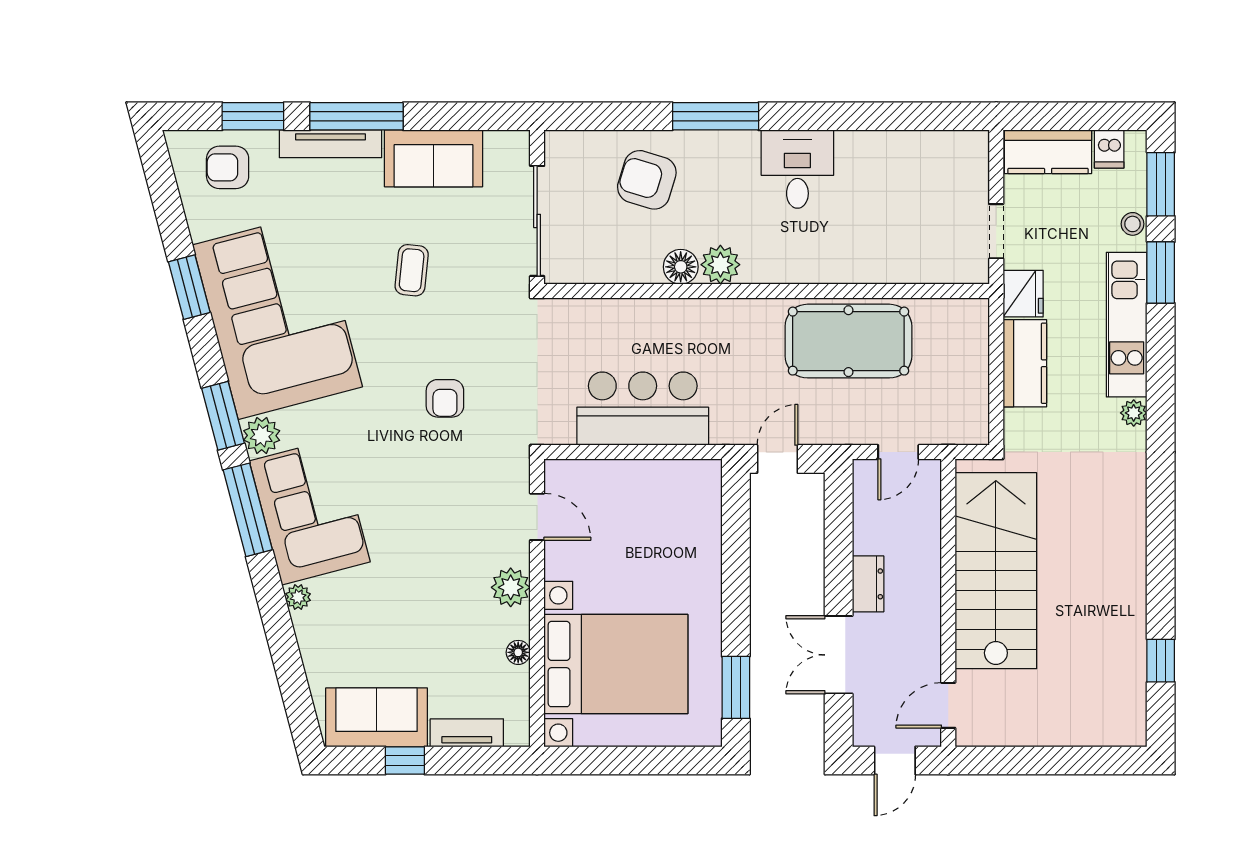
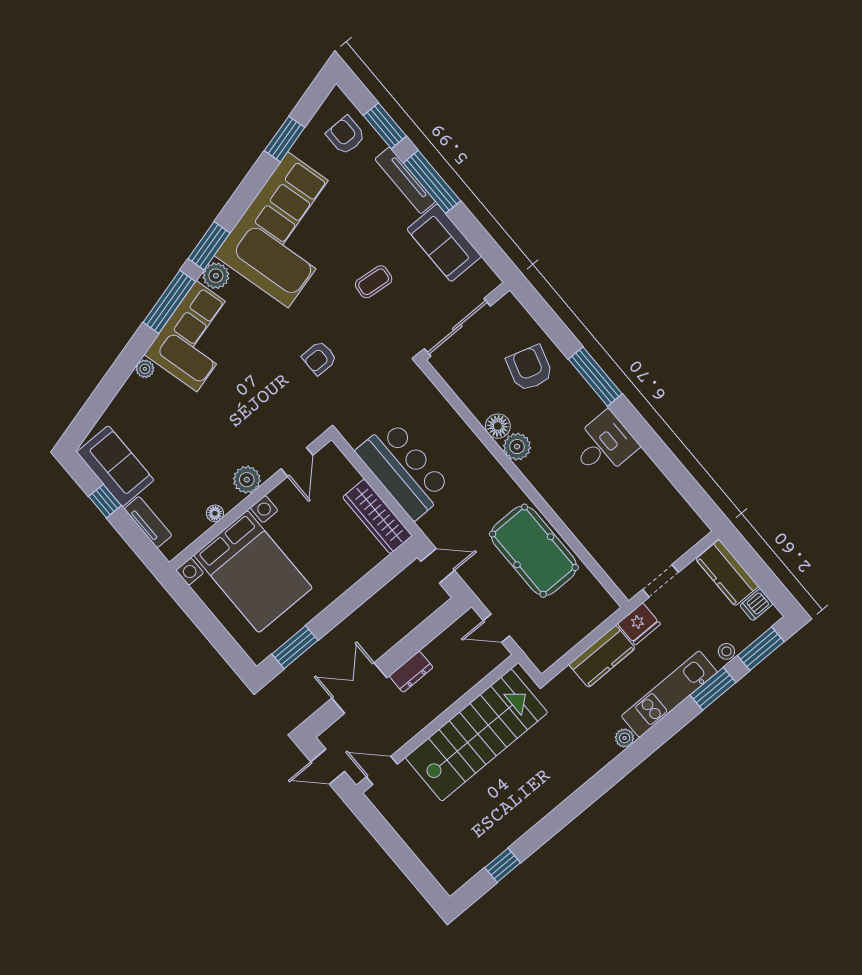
window: (189, 287) -> (285, 139), moved
wardrobe: (669, 479) -> (377, 516), added

